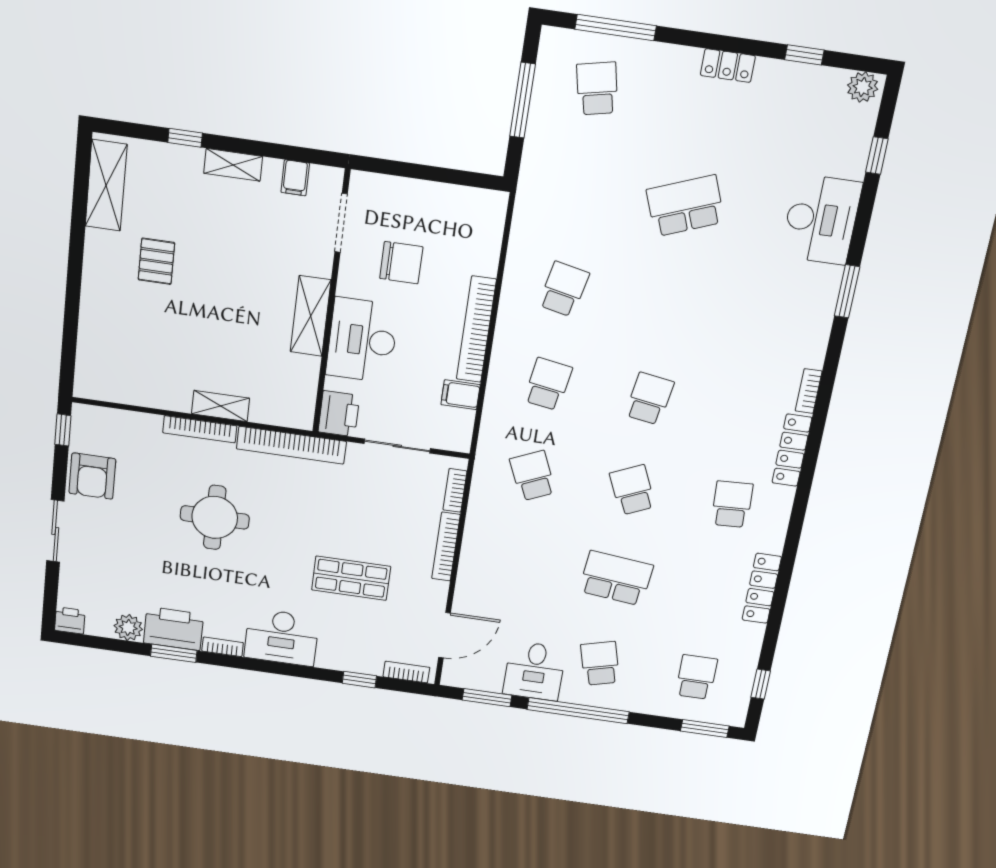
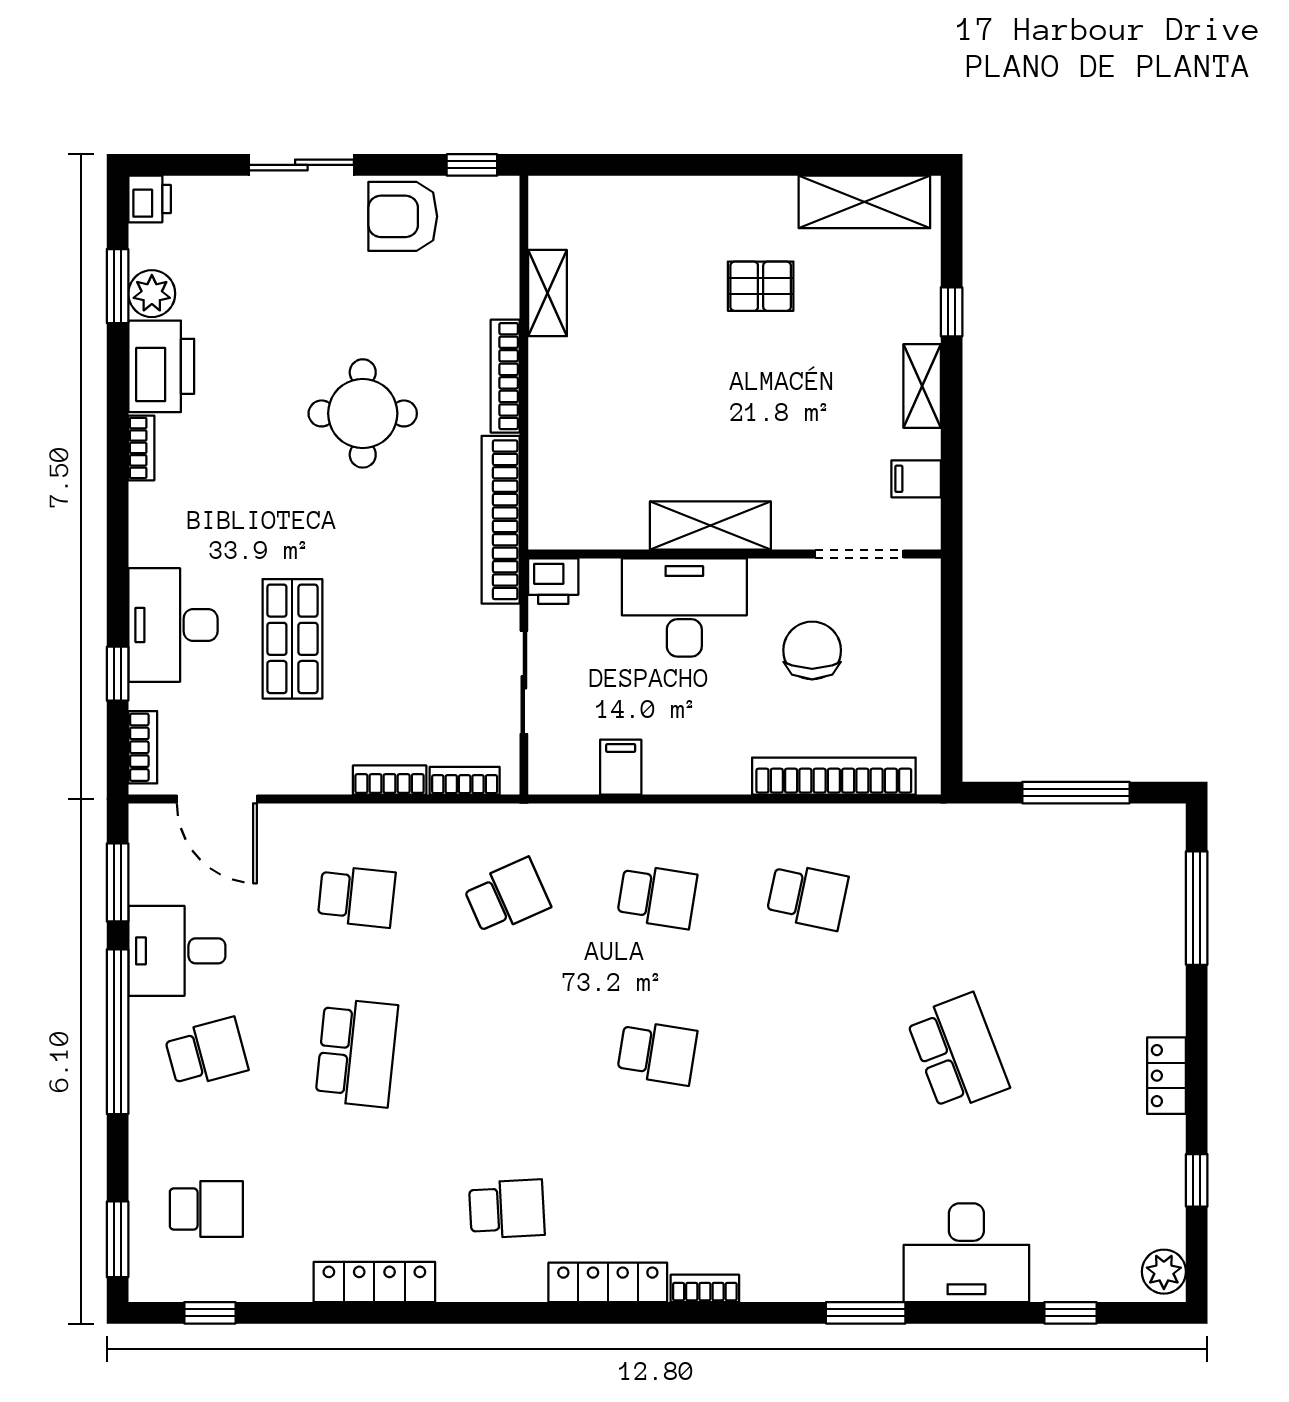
school desk: (597, 88) -> (1108, 896), removed
chair: (401, 263) -> (812, 650), turned 180
bookcase: (476, 329) -> (834, 776), moved
shelving: (221, 406) -> (548, 293), moved
printer: (339, 414) -> (553, 581), width x0.73, depth x0.81
school desk: (632, 490) -> (357, 896), moved, turned 30
bookcase: (446, 547) -> (390, 780), width x0.64
desk: (282, 637) -> (173, 625), moved
window: (174, 653) -> (118, 286), moved

